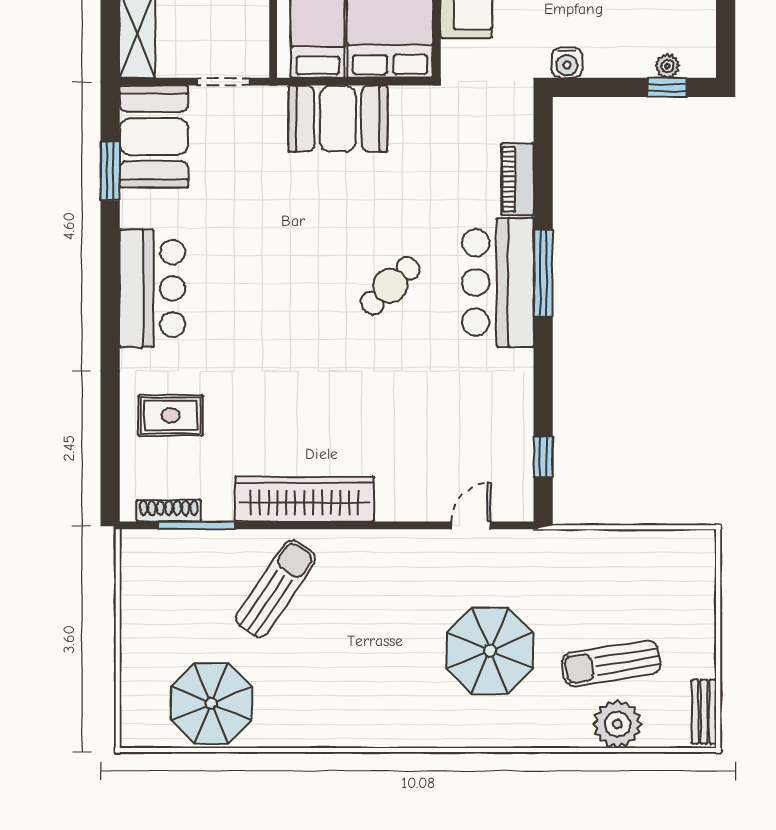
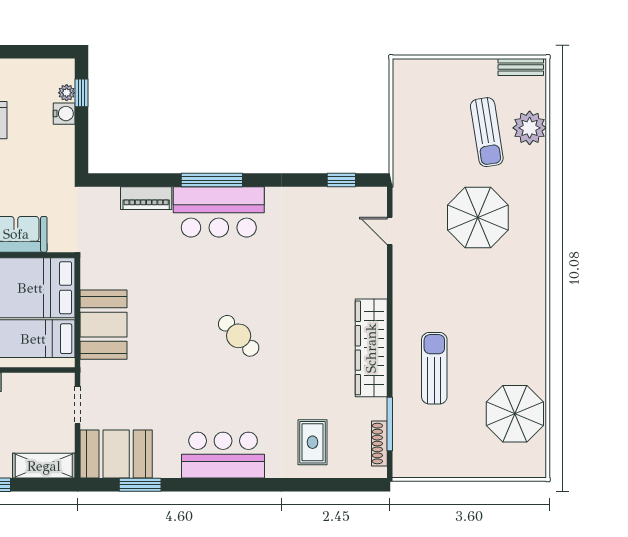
water cooler: (567, 63) -> (64, 114), moved
cafe table: (390, 286) -> (239, 336), moved
sun lounger: (276, 589) -> (434, 368), turned 56

